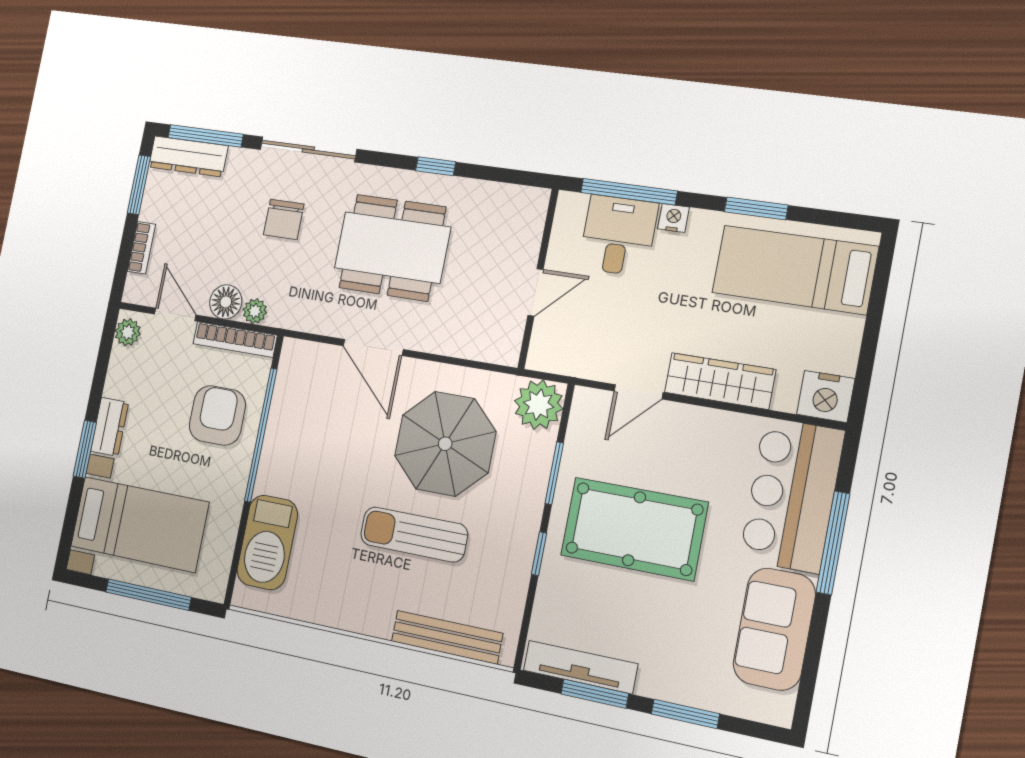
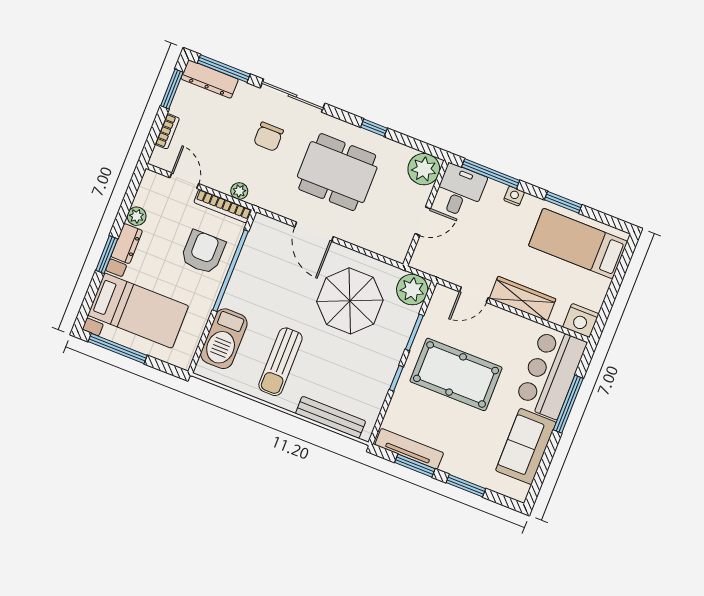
plant: (523, 210) -> (424, 169), added
desk: (618, 236) -> (460, 191), moved
floor lamp: (226, 302) -> (220, 181), removed
plant: (128, 332) -> (137, 216), moved
sun lounger: (414, 534) -> (280, 362), moved, turned -90
window: (148, 595) -> (118, 348), moved

